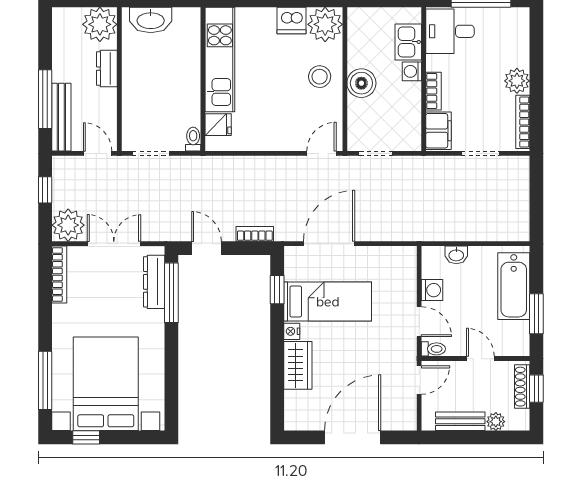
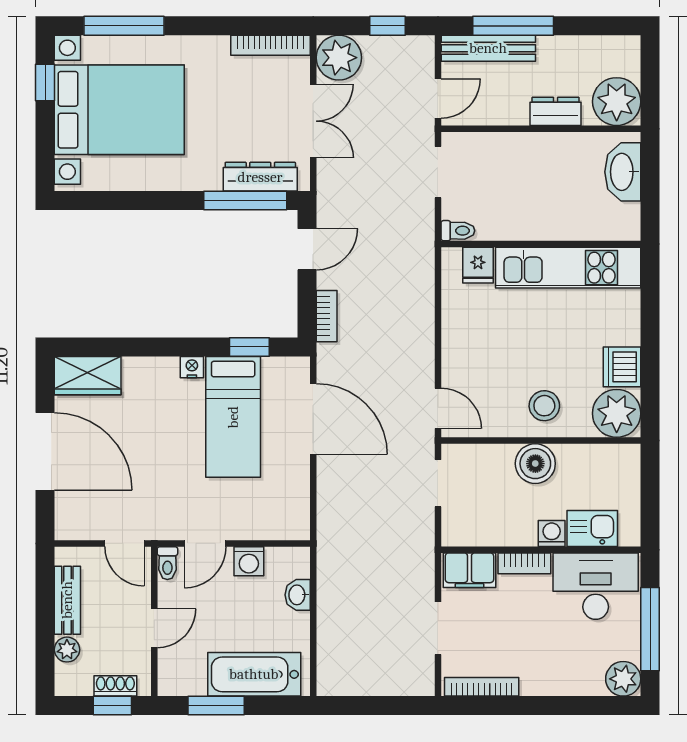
desk: (450, 31) -> (596, 586), width x1.37
plant: (517, 81) -> (623, 679), moved
wardrobe: (298, 365) -> (88, 376), moved
shoe rack: (522, 387) -> (115, 686), width x0.70

